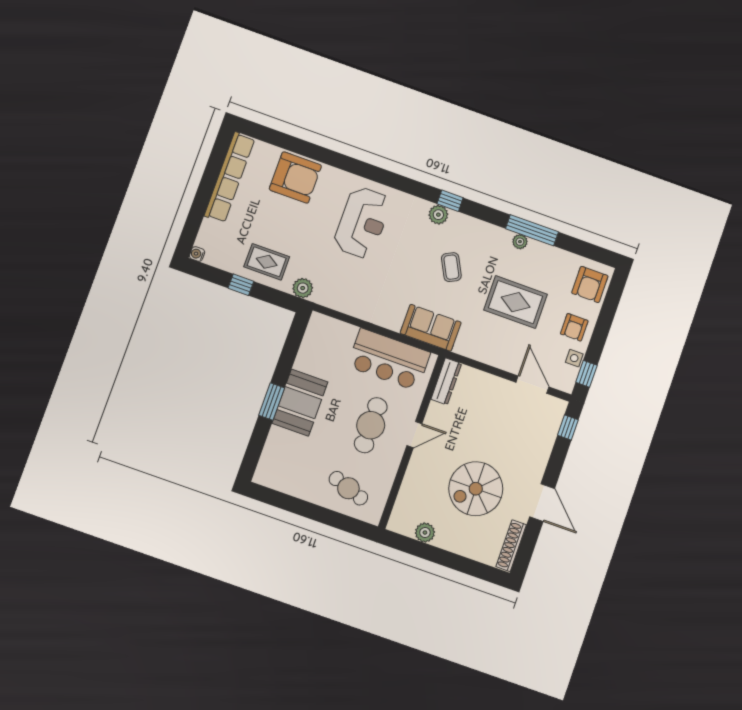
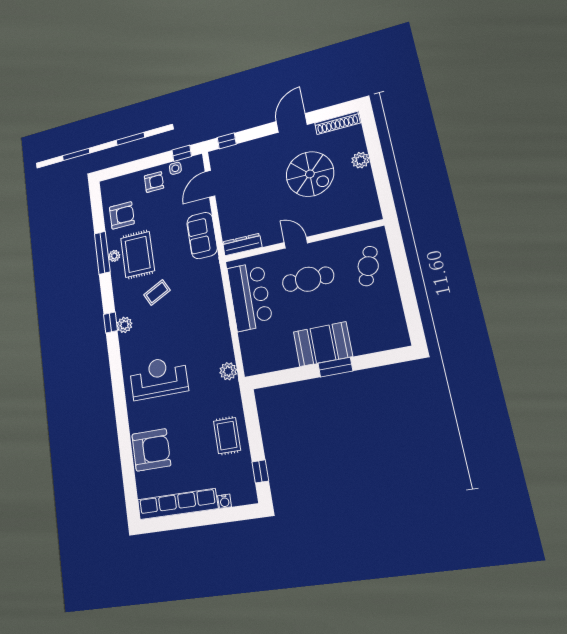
armchair: (295, 177) -> (151, 450), turned 90
water cooler: (197, 254) -> (225, 501), moved
armchair: (590, 284) -> (122, 215), moved
window: (241, 285) -> (260, 471), moved
plant: (303, 288) -> (228, 371), moved
rug: (516, 302) -> (138, 254), moved
sofa: (431, 328) -> (202, 235), moved
plant: (425, 533) -> (360, 160), moved

